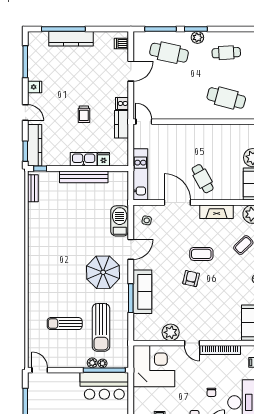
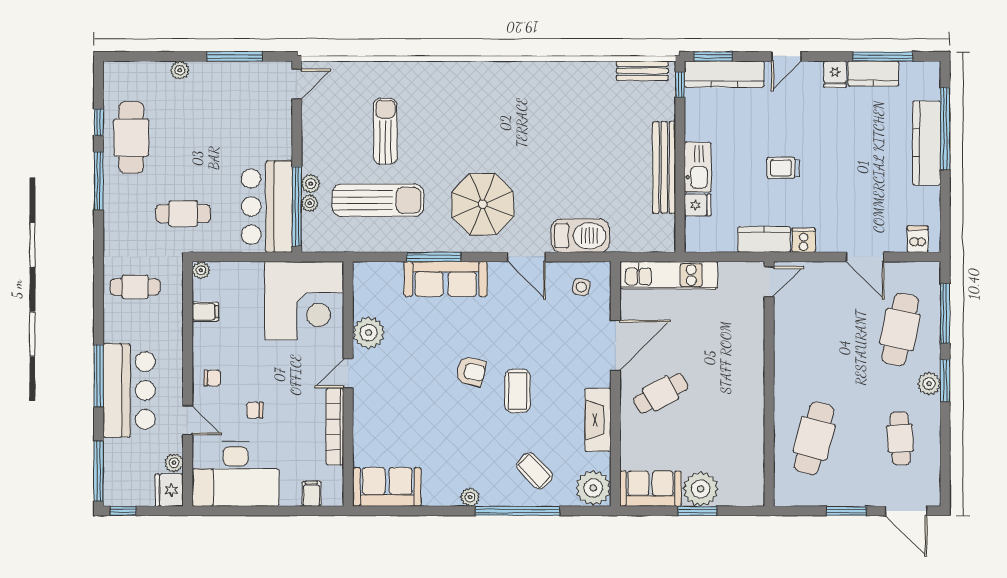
kitchen counter: (34, 67) -> (873, 74), added
sun lounger: (101, 327) -> (378, 200), turned 180

